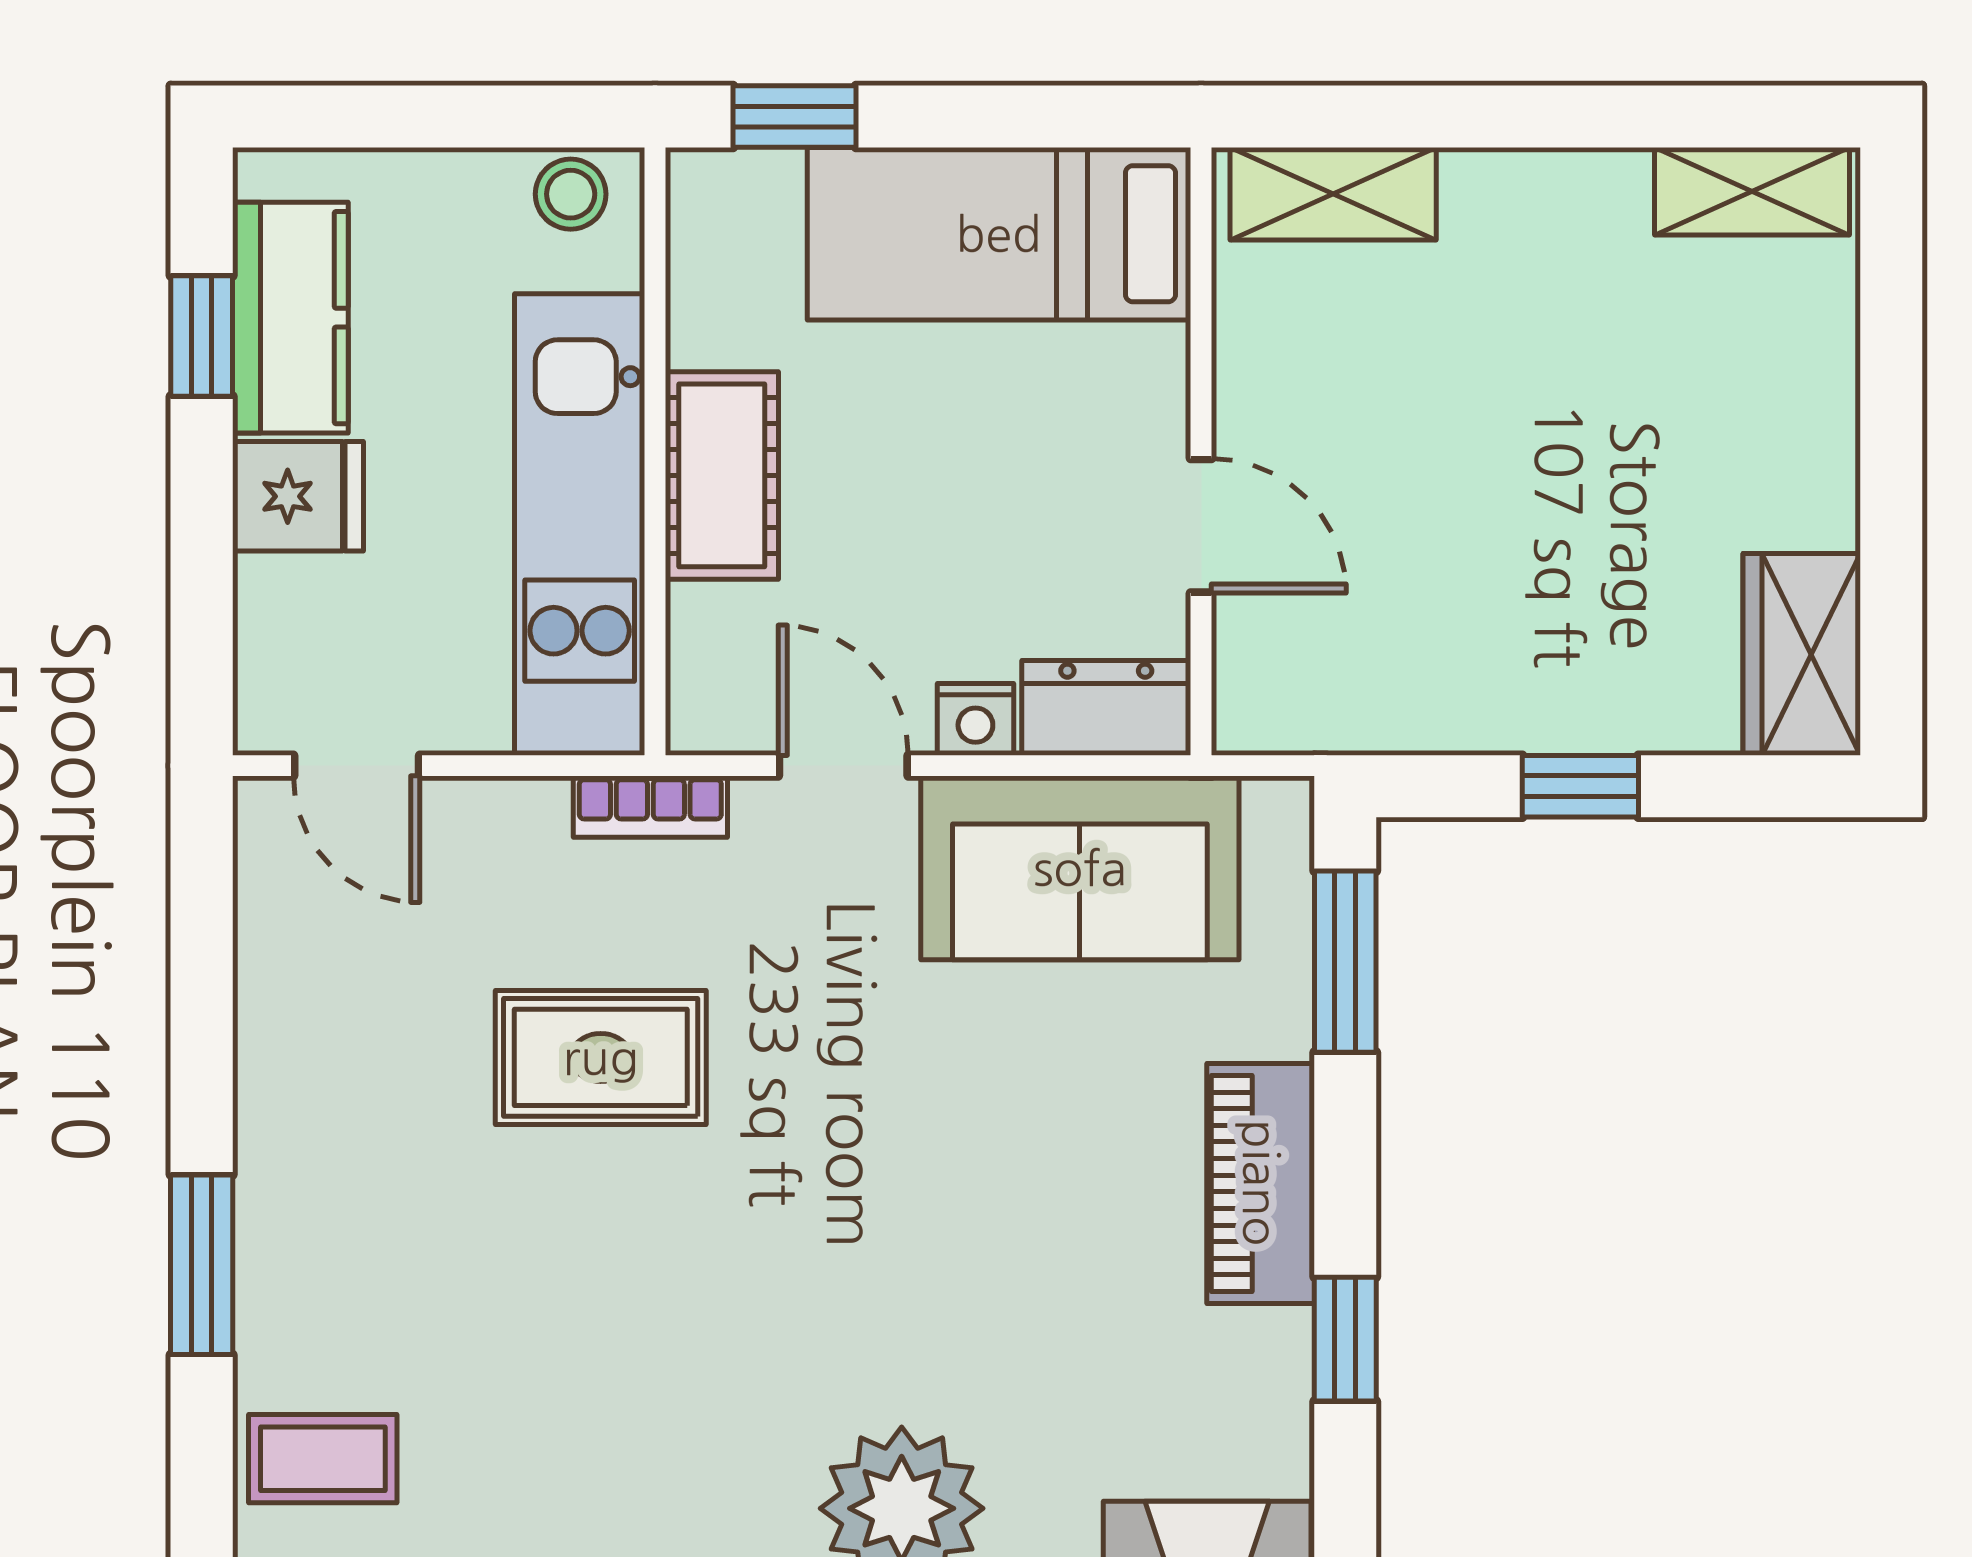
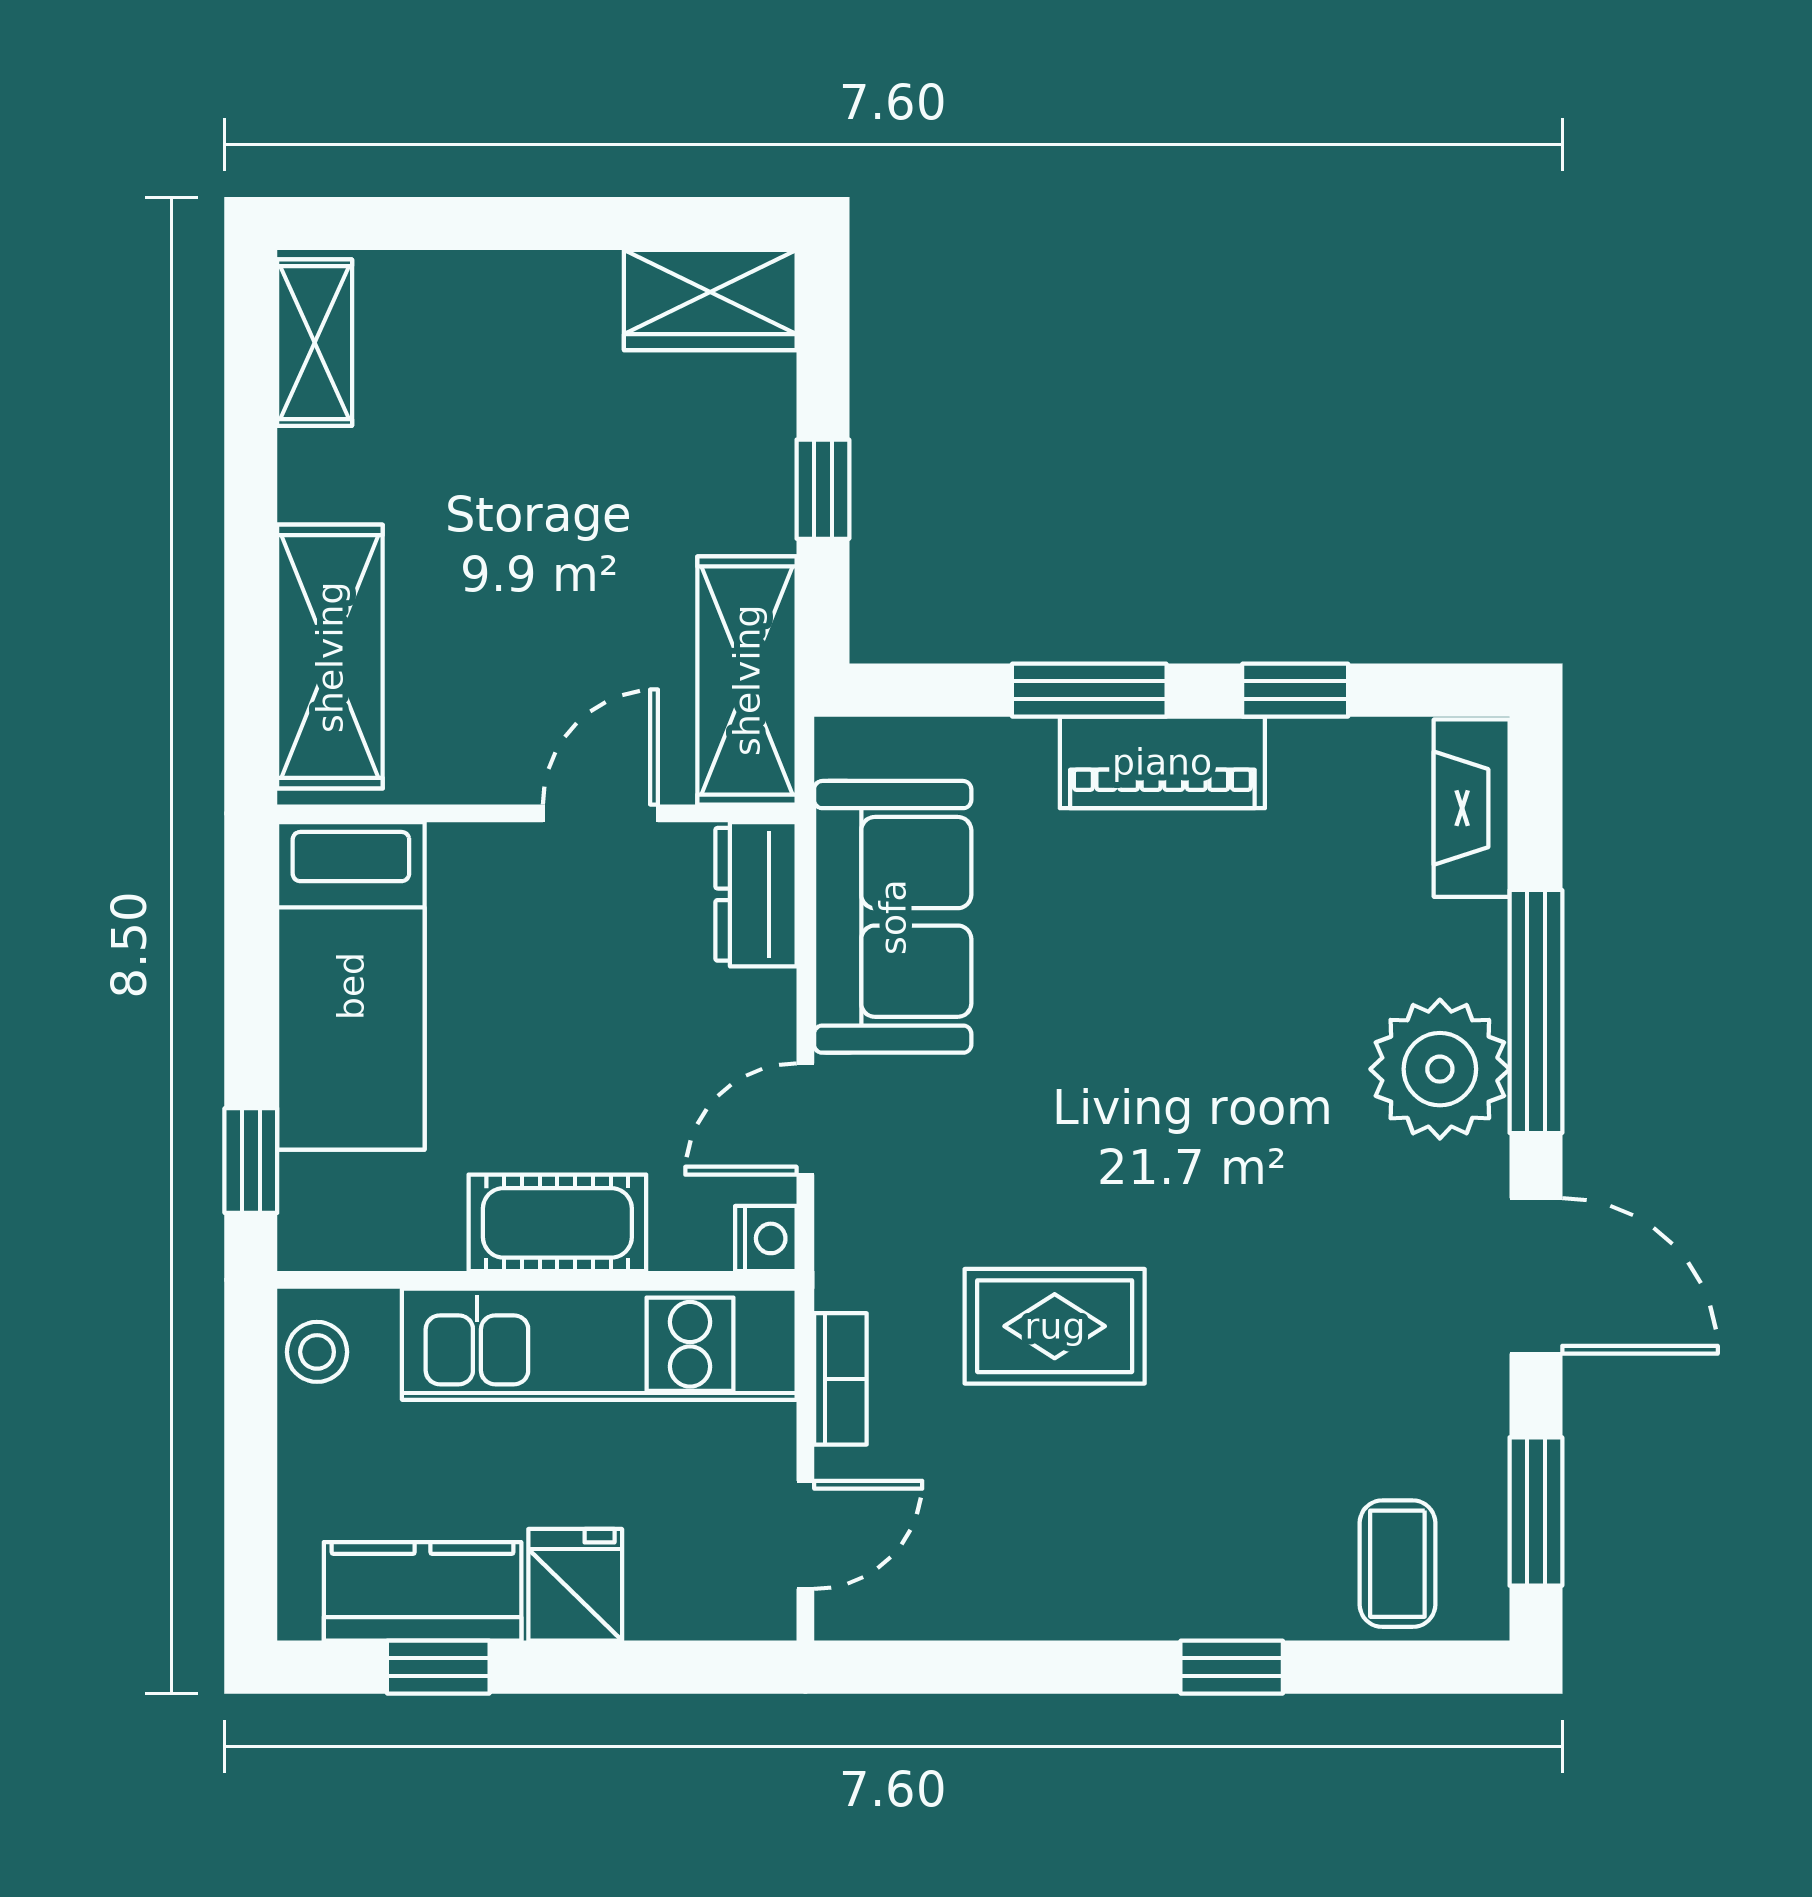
shelving: (1333, 194) -> (330, 657), width x1.50, depth x1.33
shelving: (1356, 697) -> (747, 680), added
nightstand: (975, 719) -> (766, 1238), moved
bookcase: (650, 807) -> (840, 1379), moved
window: (1345, 962) -> (1089, 690), moved
rug: (601, 1057) -> (1055, 1326), turned 90
window: (202, 1265) -> (1232, 1667), width x0.67

